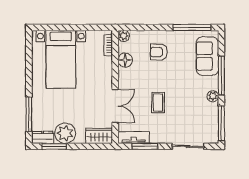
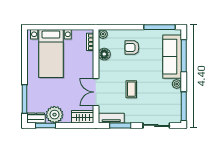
sofa: (207, 56) -> (172, 57), width x1.36
window: (221, 76) -> (184, 56), moved
double door: (115, 106) -> (96, 92), swing flipped

